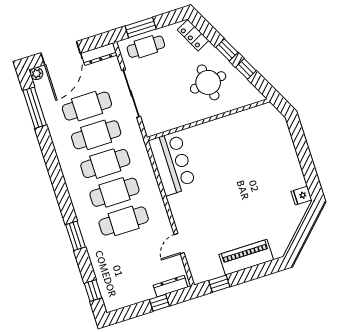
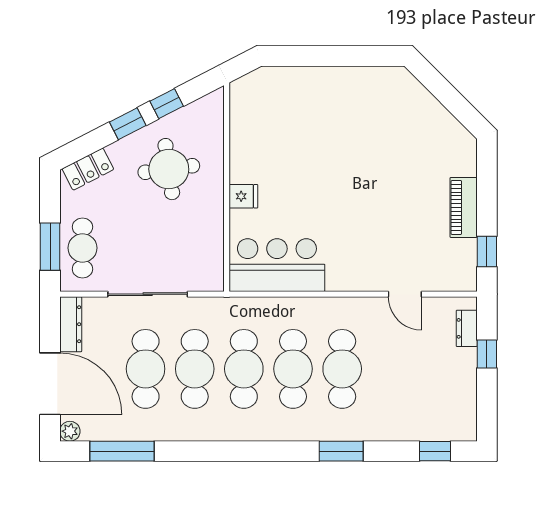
fridge: (301, 196) -> (243, 196), moved, turned -90
piano: (246, 257) -> (464, 207), width x0.73, depth x0.75
dresser: (171, 286) -> (467, 328), width x0.70

